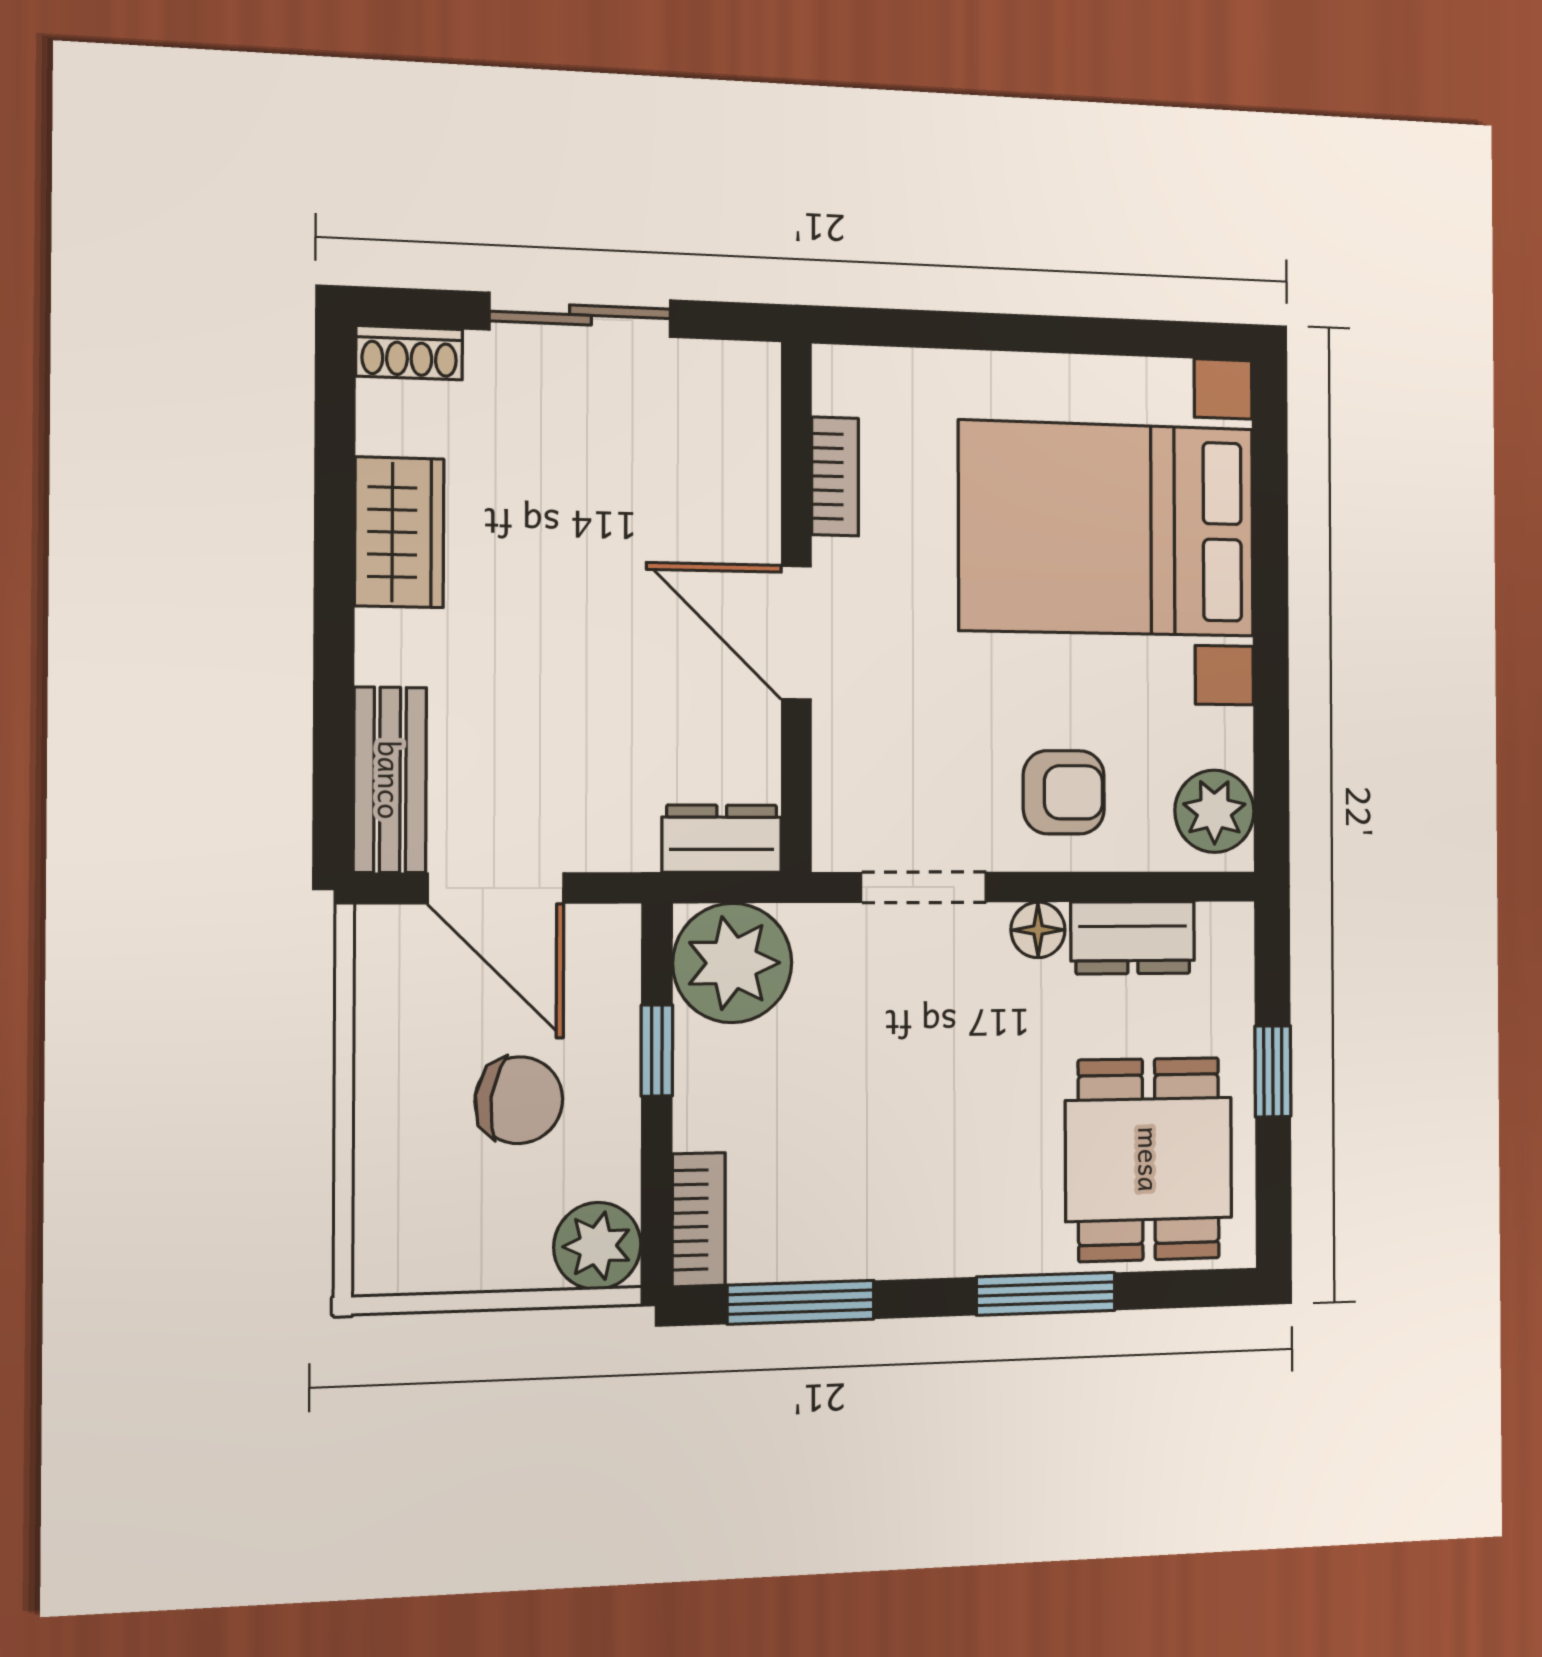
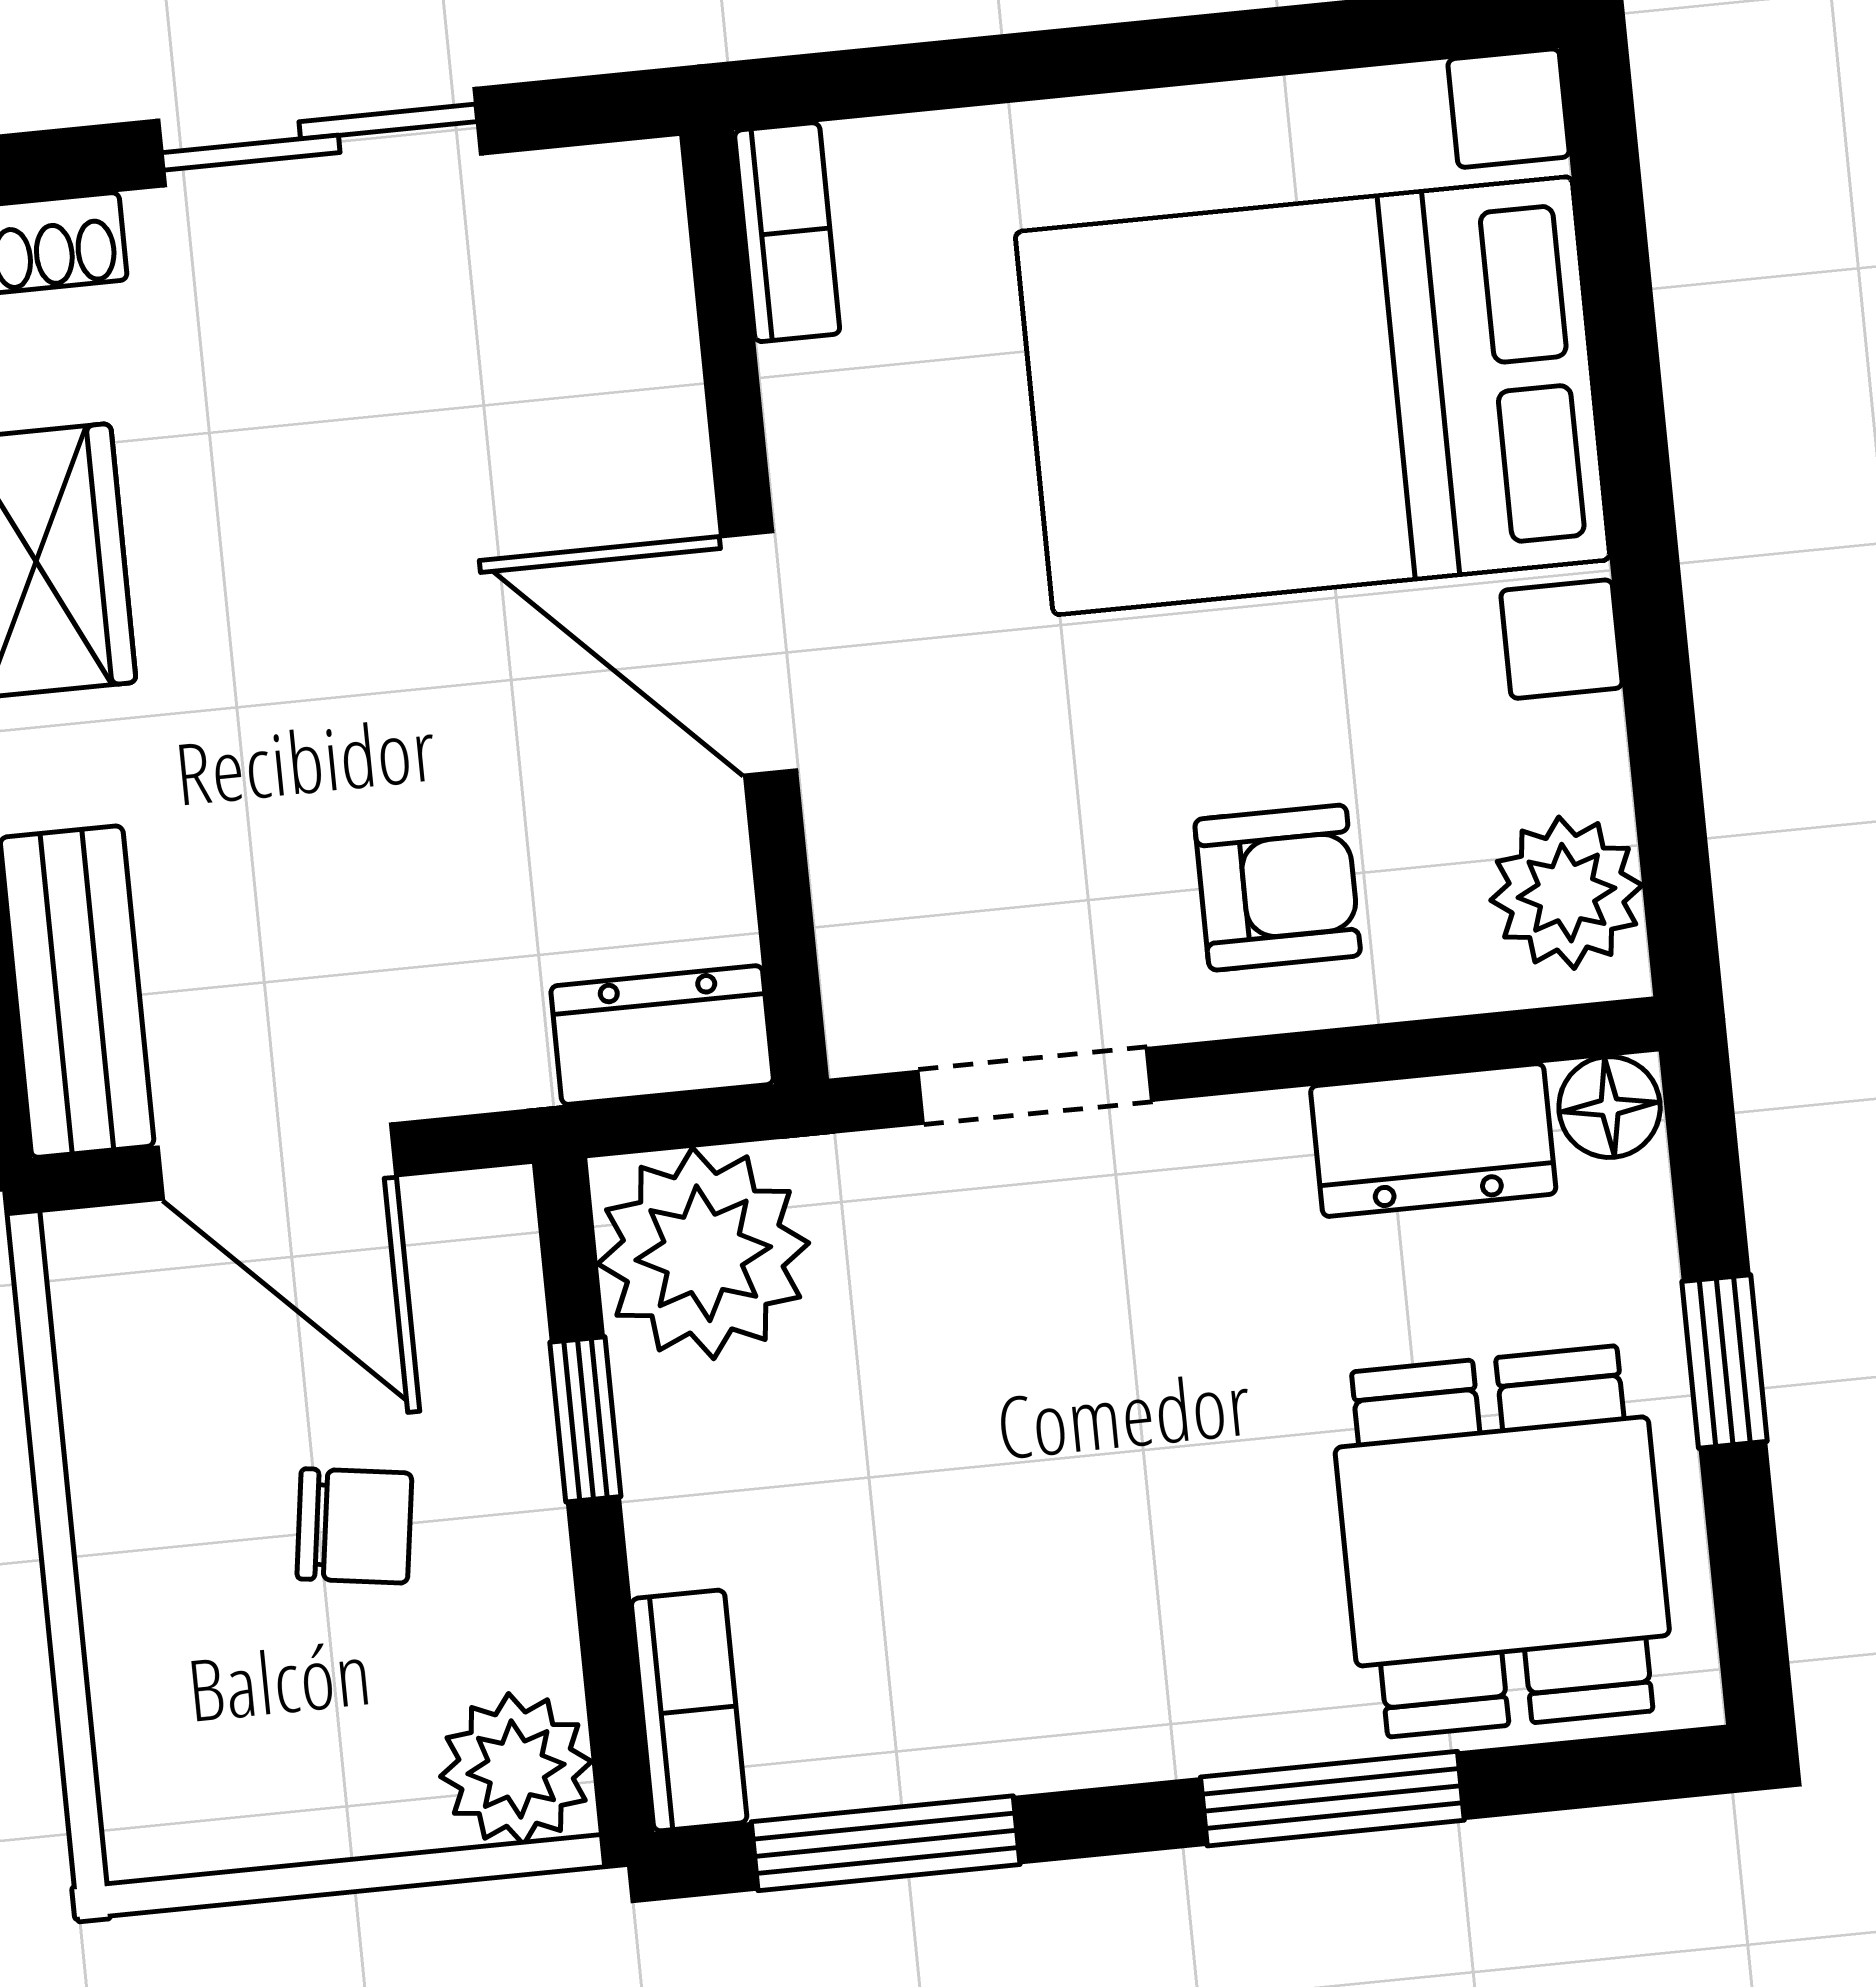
bookcase: (835, 476) -> (787, 232), moved
floor lamp: (1038, 930) -> (1610, 1107), moved
chair: (519, 1100) -> (354, 1526), width x0.73, depth x0.73

